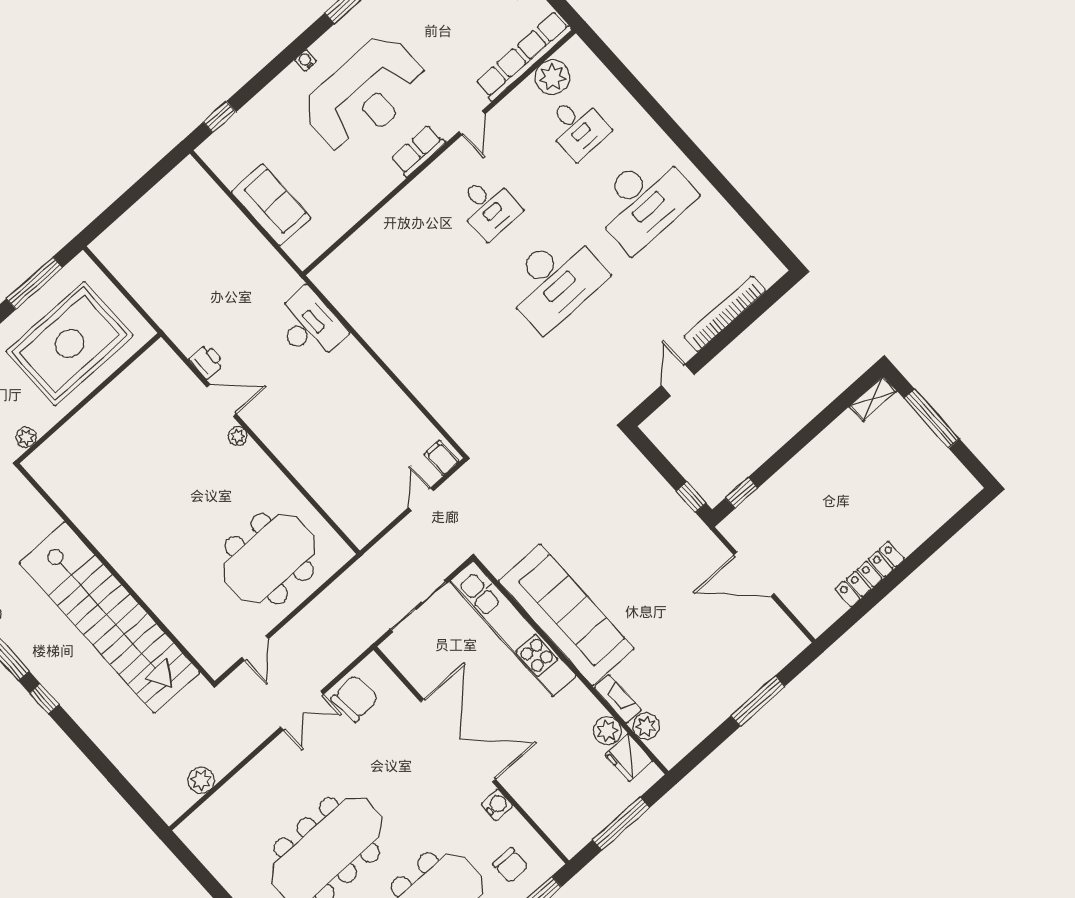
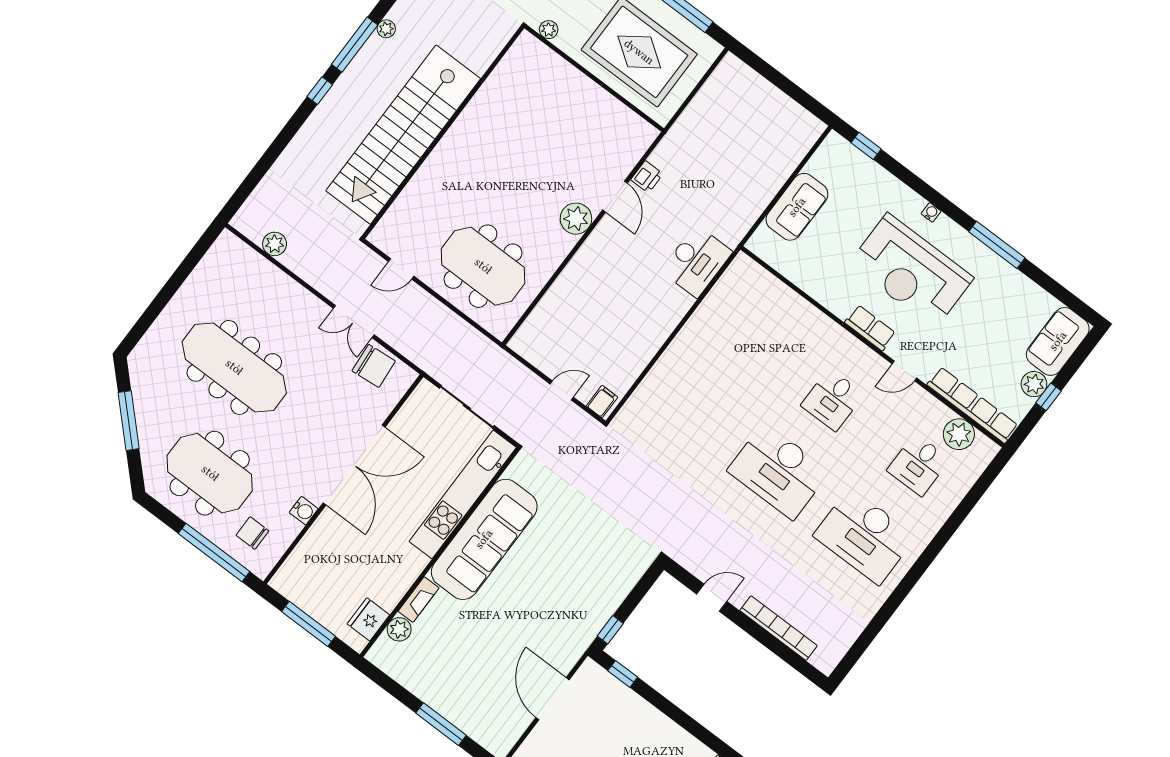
plant: (238, 436) -> (576, 219), width x1.88, depth x1.88
plant: (607, 731) -> (388, 596), removed
chair: (511, 865) -> (252, 533), turned 90

